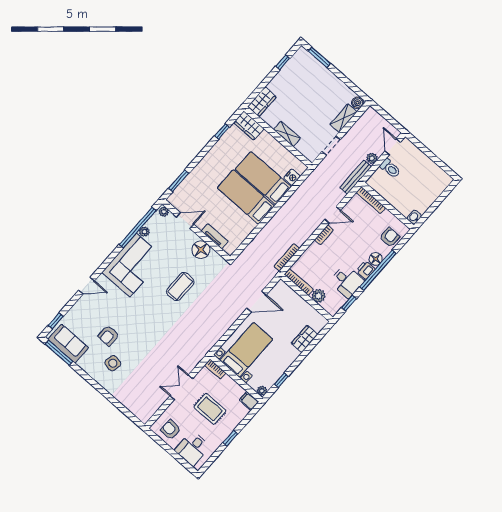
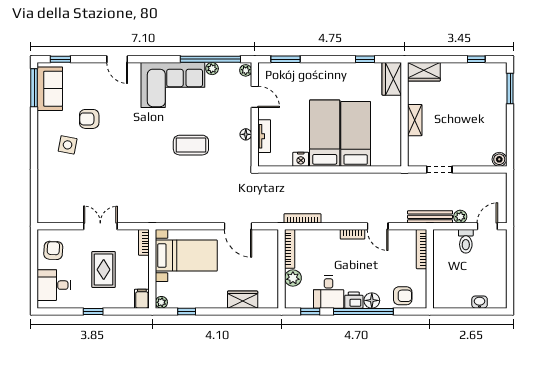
shelving: (344, 118) -> (474, 159), removed
nightstand: (292, 177) -> (301, 159), moved
washbasin: (414, 217) -> (480, 302), moved
floor lamp: (201, 250) -> (246, 134), width x0.53, depth x0.53

